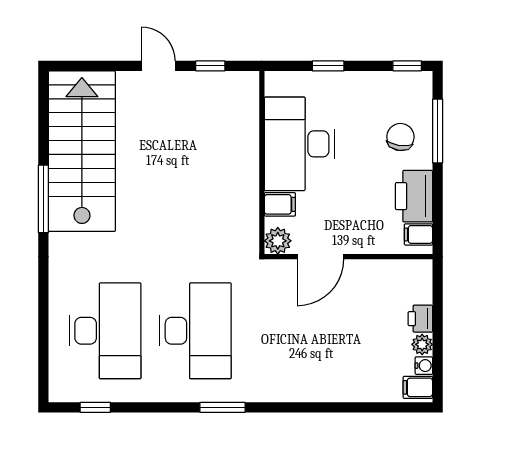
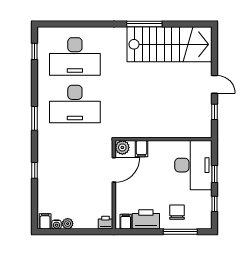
door: (158, 66) -> (214, 84), hinge flipped
window: (407, 66) -> (214, 204), moved
chair: (400, 137) -> (177, 212), turned -98
desk: (299, 144) -> (193, 165), moved, turned 90
door: (320, 257) -> (114, 170), swing flipped
printer: (420, 319) -> (106, 223), moved
window: (321, 407) -> (35, 170), added

